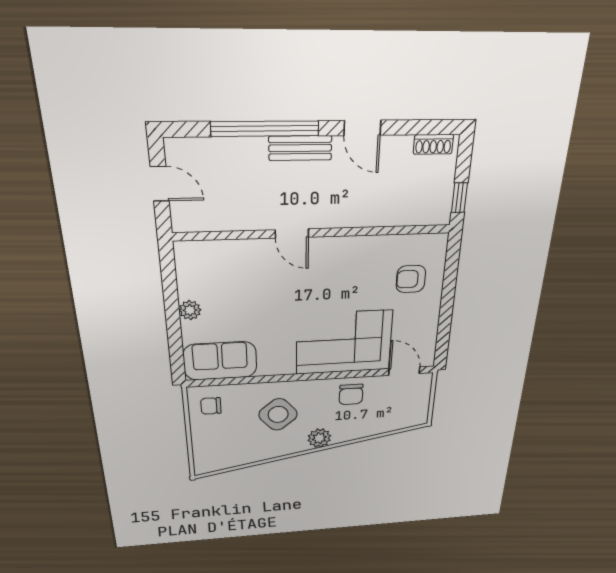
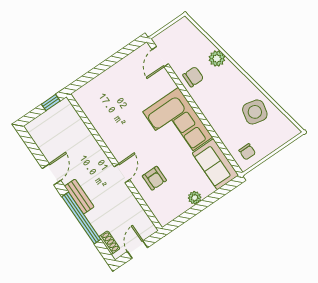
shoe rack: (433, 144) -> (109, 243), moved
armchair: (411, 279) -> (154, 178), moved
corner sofa: (344, 342) -> (178, 124), moved
side table: (278, 414) -> (255, 112), moved, turned -37
plant: (319, 438) -> (217, 59), moved

